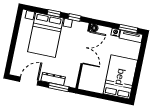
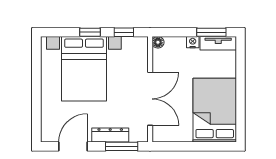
double door: (85, 47) -> (150, 99), moved

